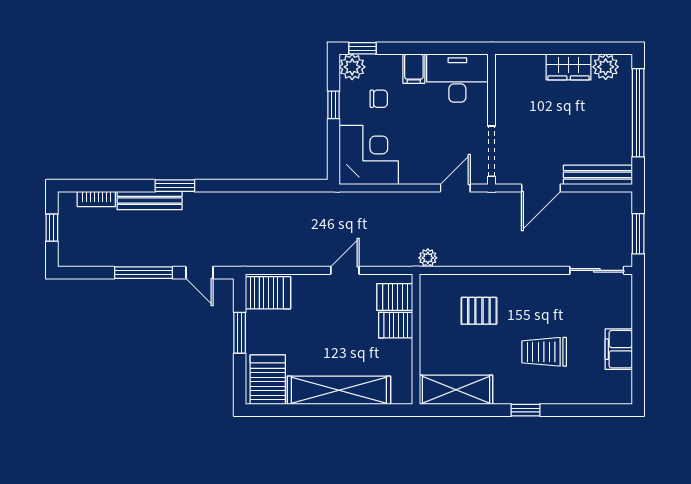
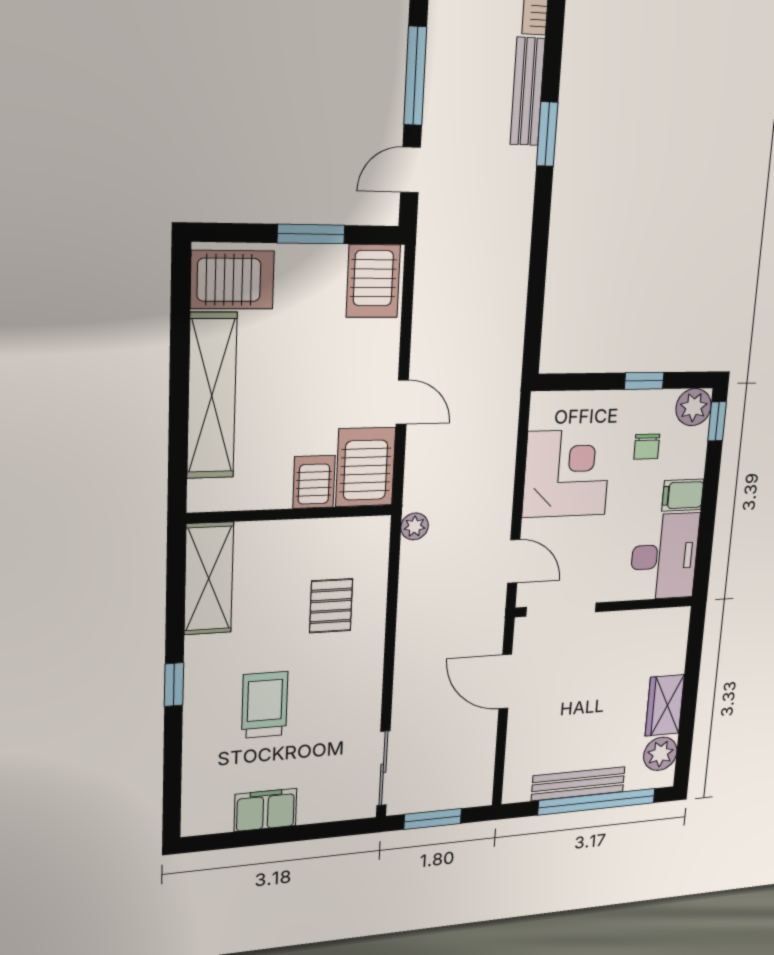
corner desk: (369, 155) -> (567, 473), moved, turned -90
bench: (598, 175) -> (578, 784), moved, turned 90
server rack: (395, 297) -> (366, 467), width x1.36, depth x1.44

